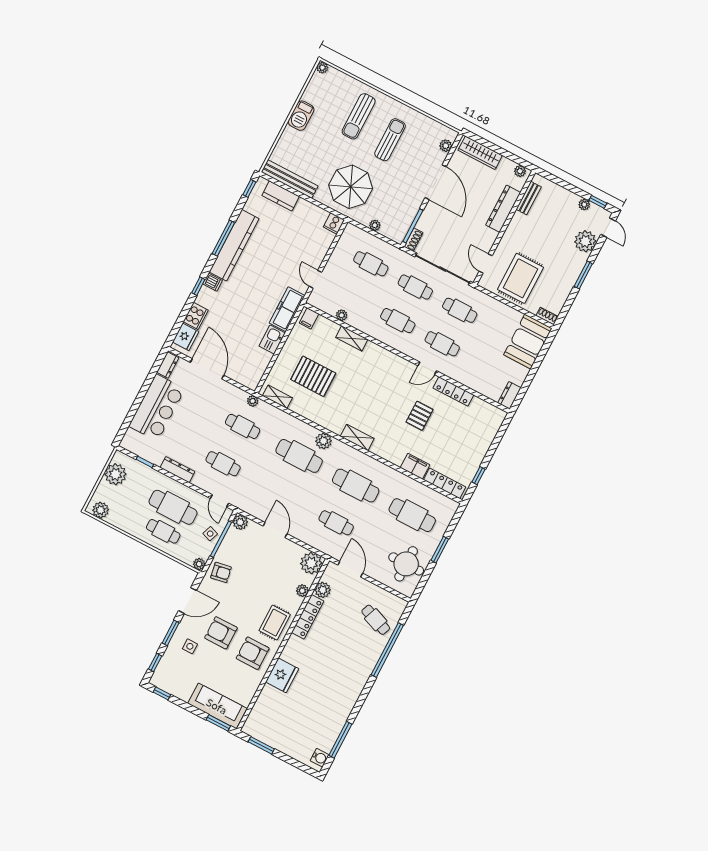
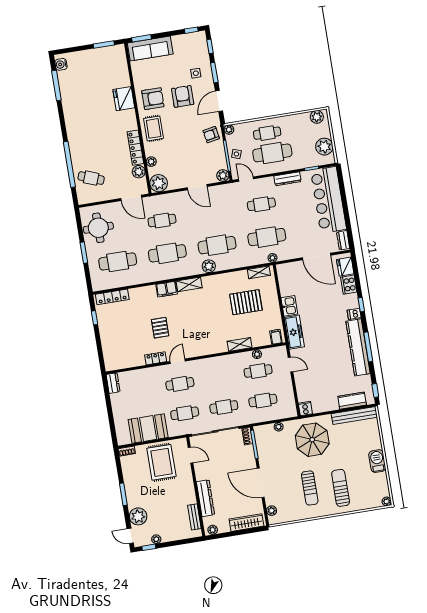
cafe table: (398, 321) -> (258, 371), moved
booth: (528, 342) -> (148, 428), moved, turned 90
locker: (453, 391) -> (156, 358), width x0.66
bar counter: (157, 407) -> (329, 200), width x1.36
cafe table: (243, 426) -> (267, 237), width x1.37, depth x1.35
filing cabinet: (415, 466) -> (167, 289), moved
armchair: (221, 633) -> (183, 96), turned -90

